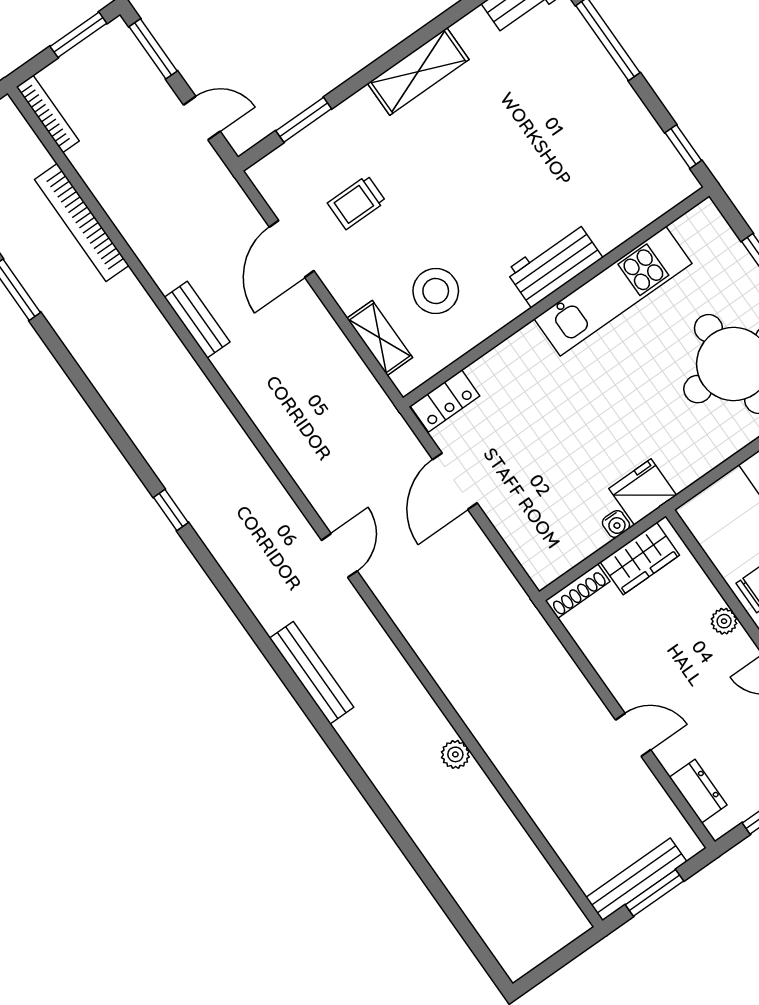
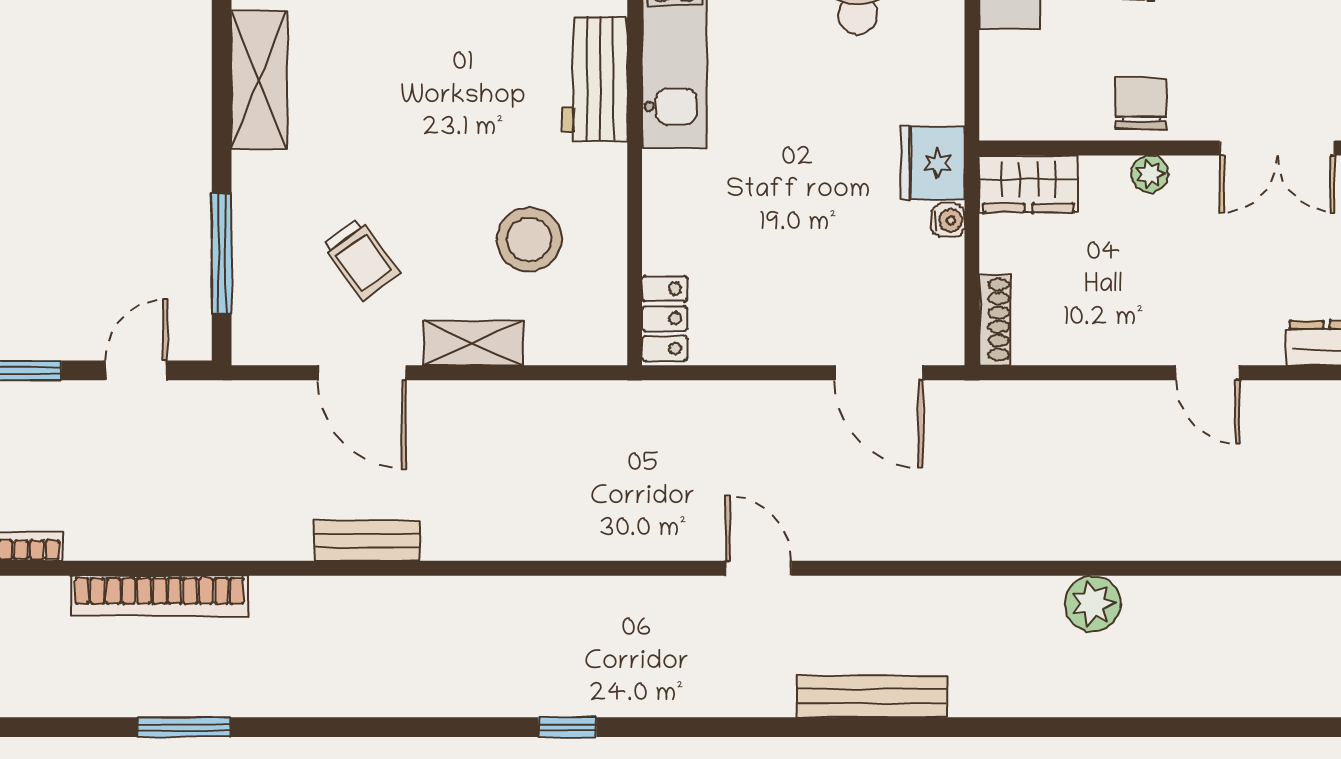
window: (304, 120) -> (222, 253), width x1.44
trolley: (357, 202) -> (361, 259), turned -36
shelving: (380, 338) -> (473, 343), moved
door: (455, 481) -> (879, 373), moved
wardrobe: (640, 559) -> (1029, 184), moved, turned 90
door: (633, 735) -> (1208, 373), swing flipped
plant: (455, 754) -> (1093, 603), width x1.38, depth x1.38

